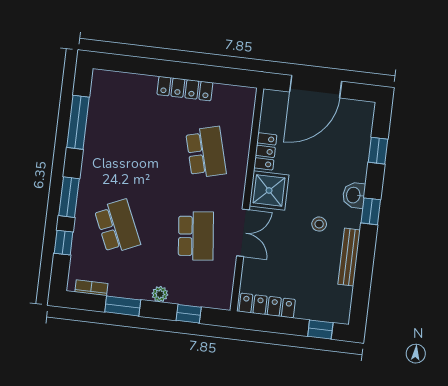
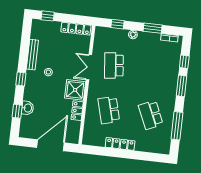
washbasin: (354, 195) -> (28, 108), moved
school desk: (117, 227) -> (151, 115), moved

